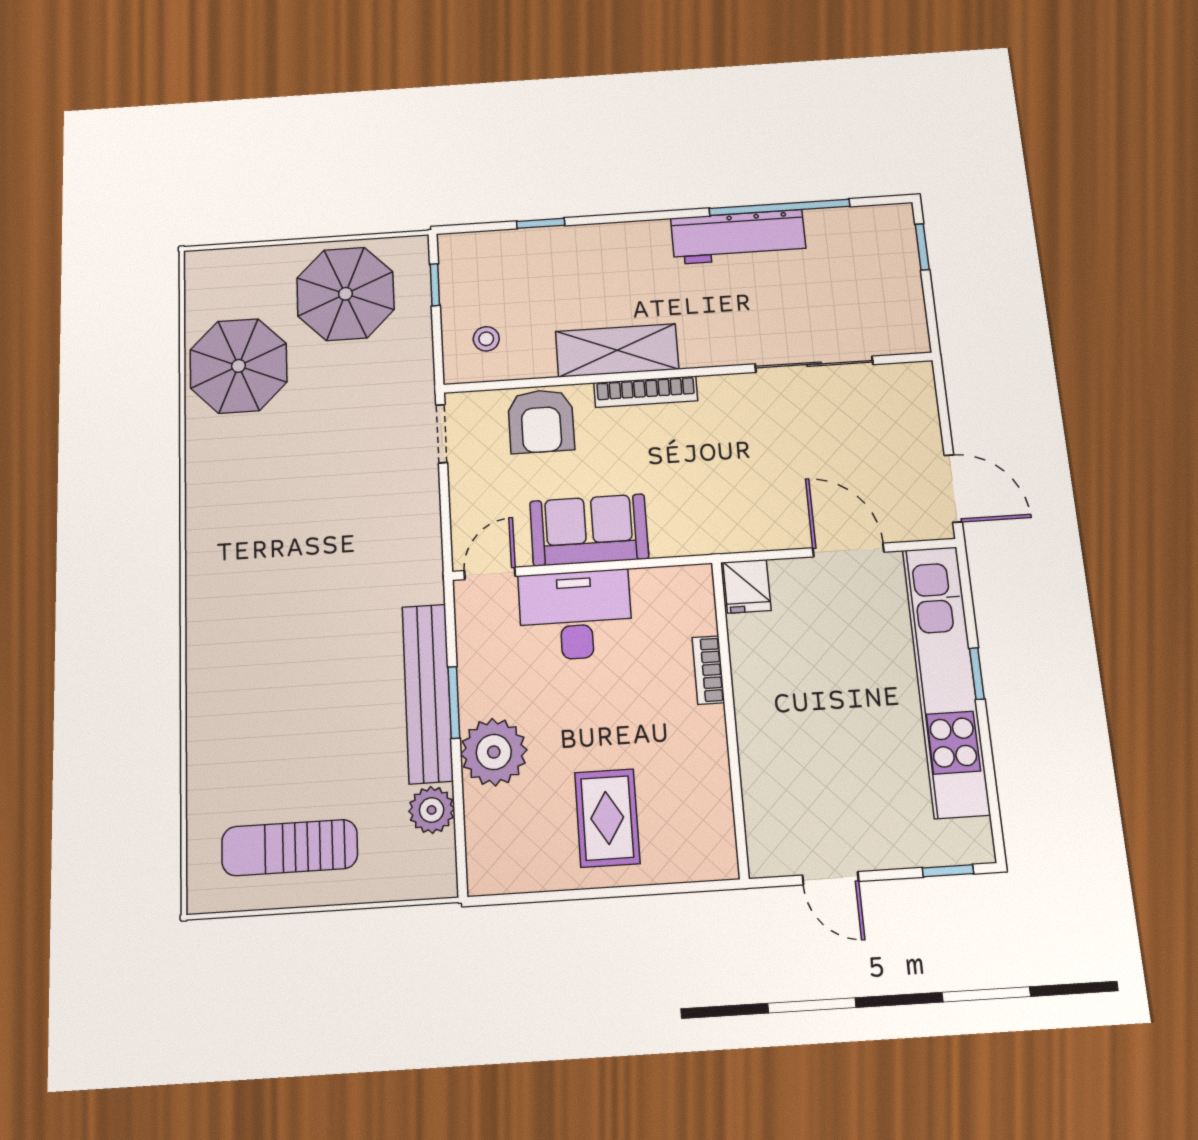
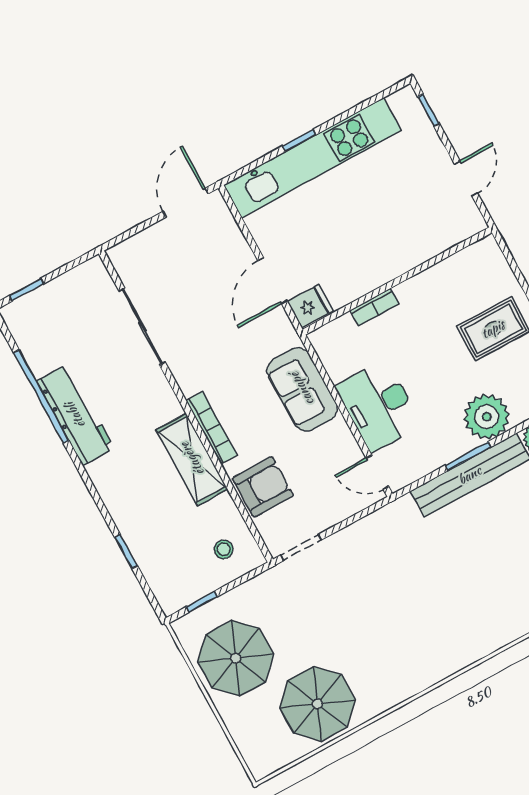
sofa: (589, 530) -> (302, 389), moved
door: (848, 550) -> (272, 281), moved

